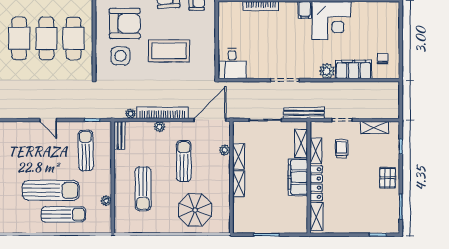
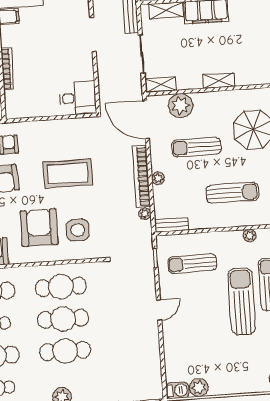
coffee table: (169, 51) -> (68, 173), turned 90
plant: (225, 150) -> (181, 106), width x1.87, depth x1.87
shelving: (239, 156) -> (161, 85), moved

